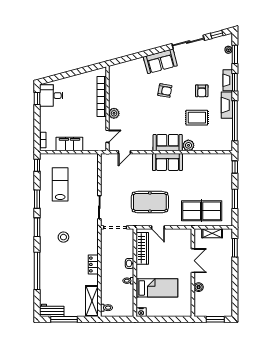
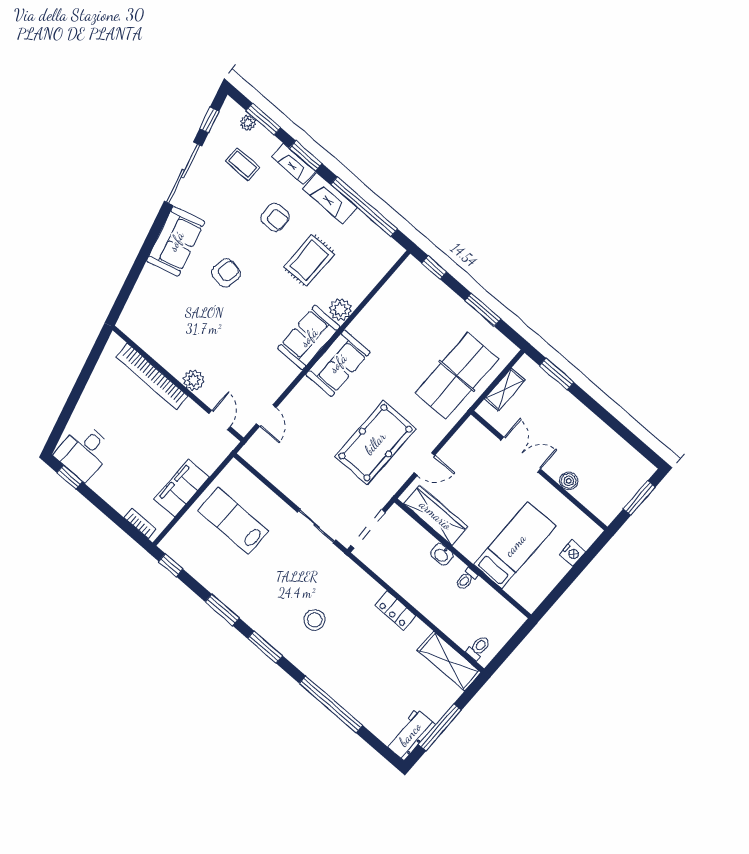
coffee table: (211, 61) -> (243, 164), added
lab bench: (60, 184) -> (233, 521), moved
nightstand: (141, 312) -> (572, 553), moved

